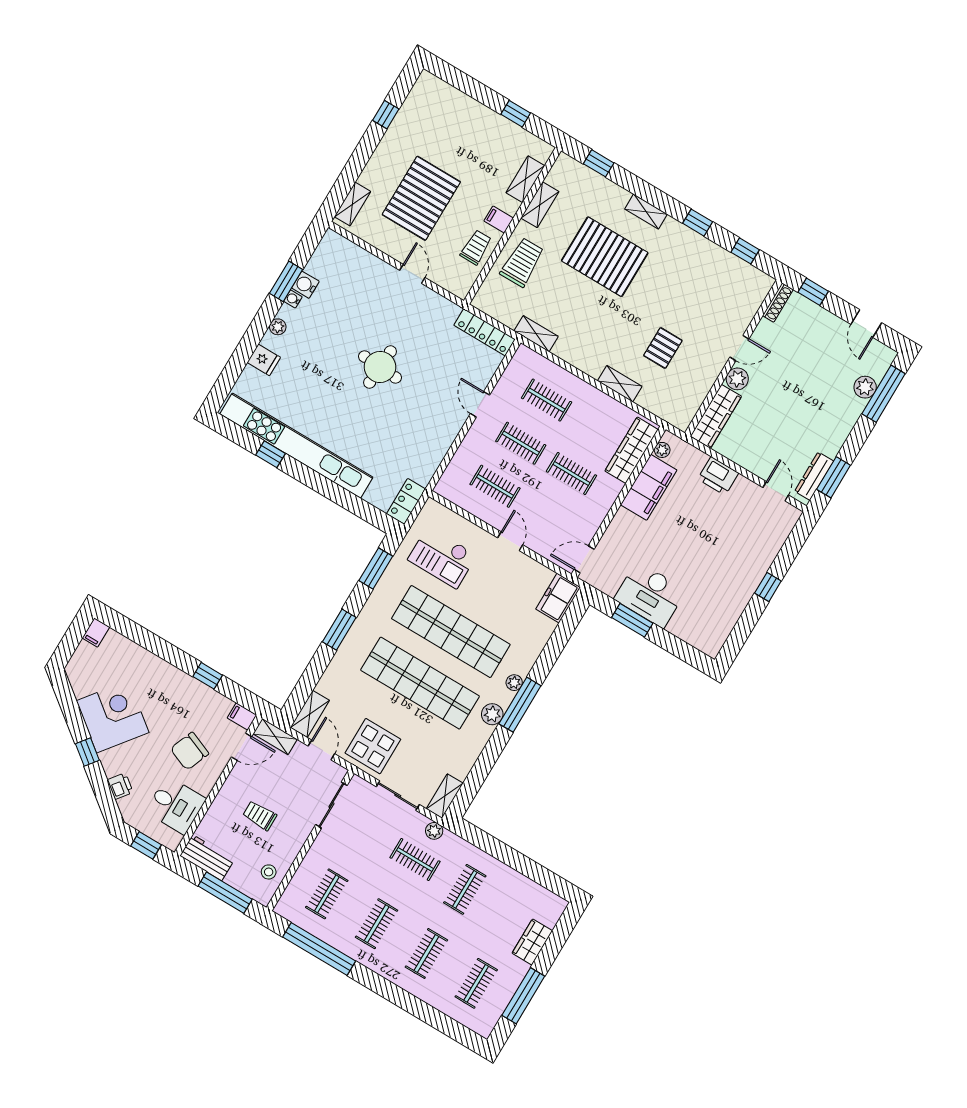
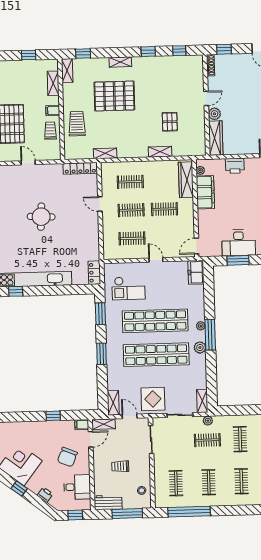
shelving: (540, 205) -> (67, 71), moved

